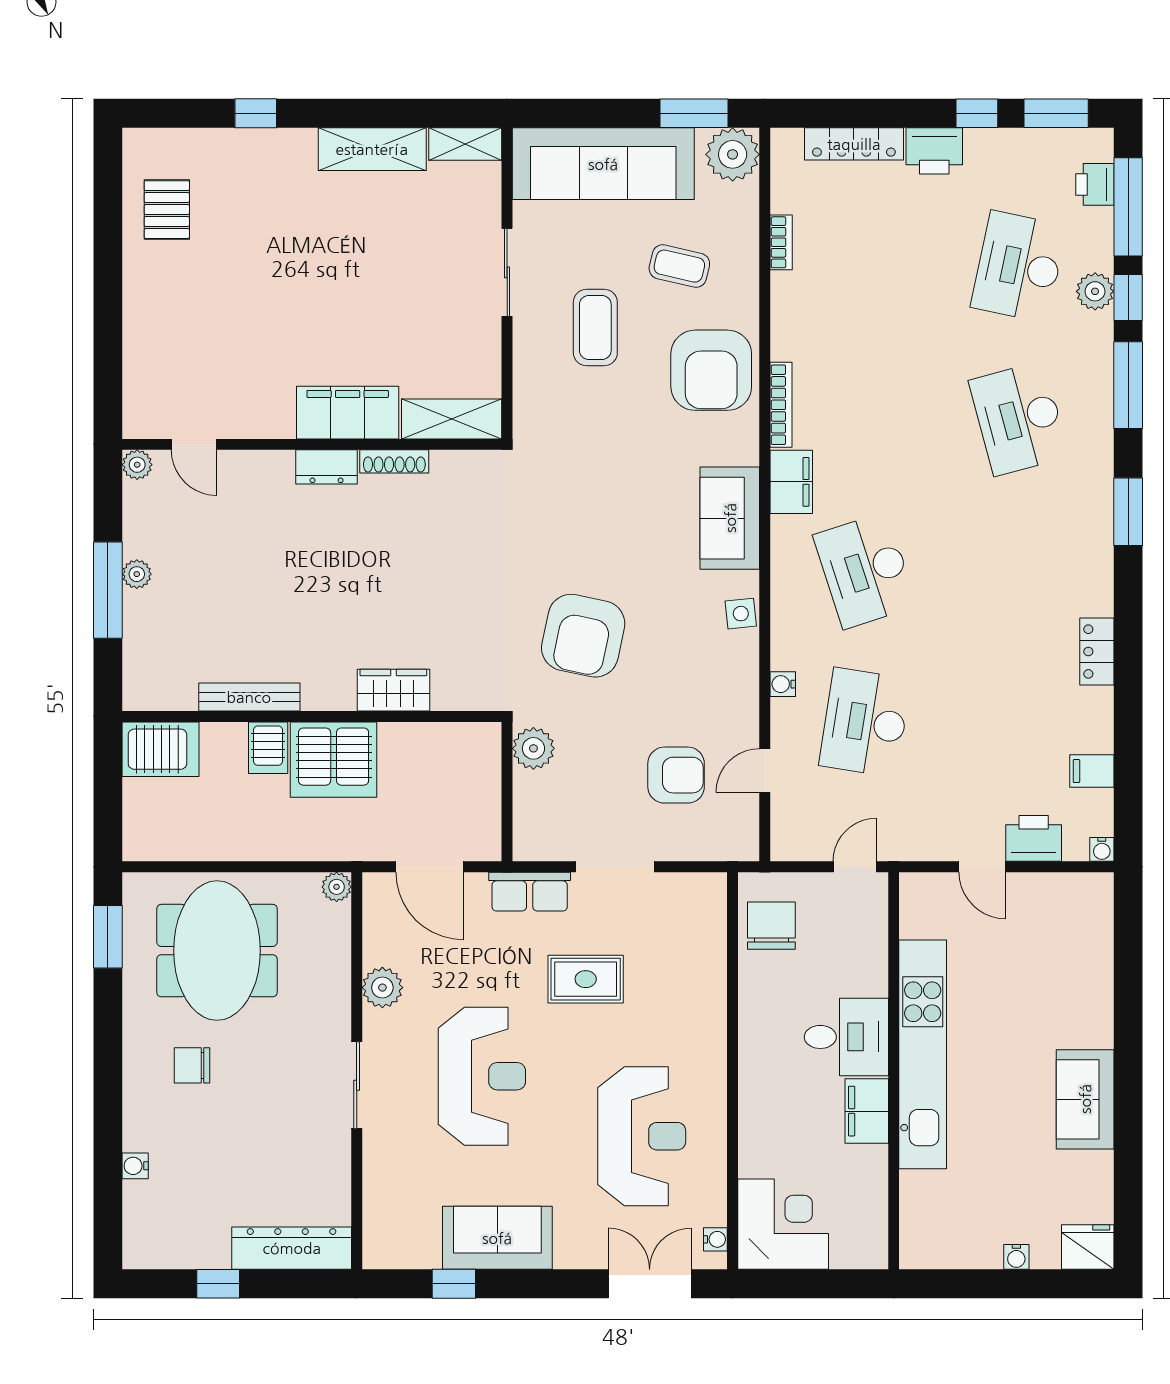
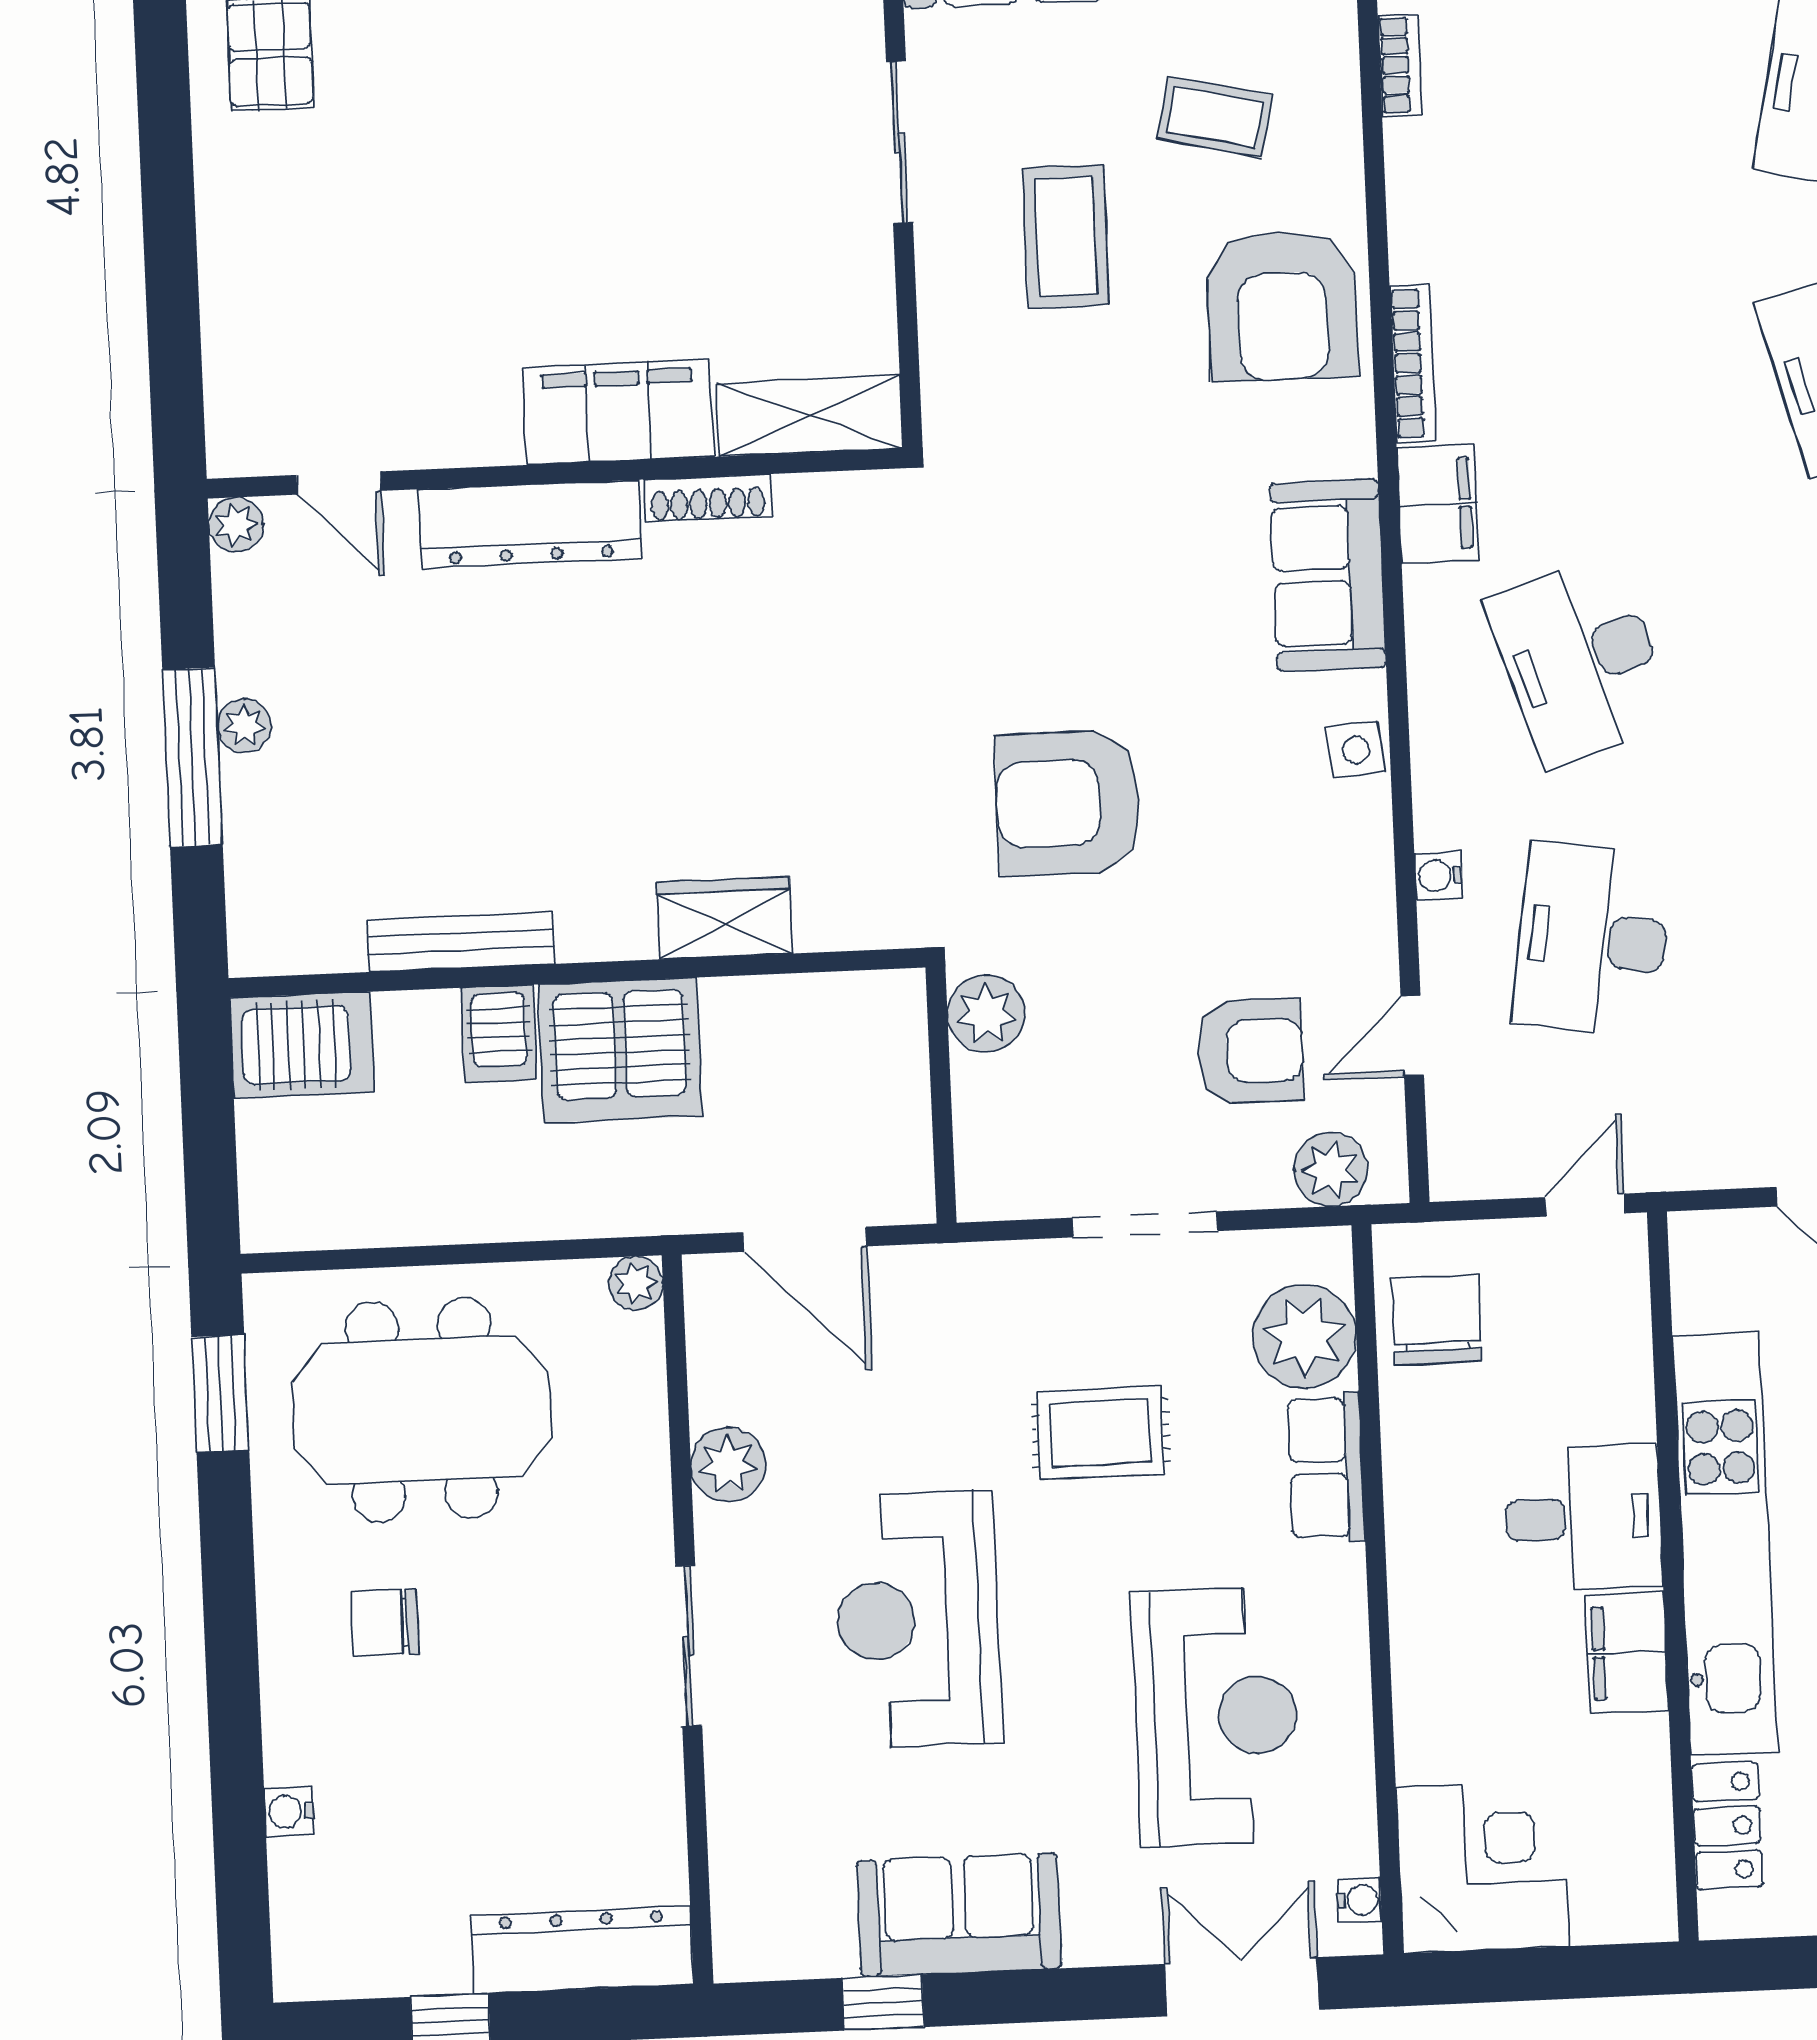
dresser: (327, 467) -> (530, 524), width x1.96, depth x1.24
armchair: (583, 636) -> (1068, 803), turned 78
plant: (717, 841) -> (1331, 1170), added
row of seats: (530, 892) -> (1326, 1468), moved, turned 90
plant: (699, 931) -> (1304, 1336), added
meeting table: (217, 951) -> (422, 1410), turned 90
reception desk: (482, 1076) -> (918, 1619), turned 180
locker: (917, 1208) -> (1727, 1826), added

